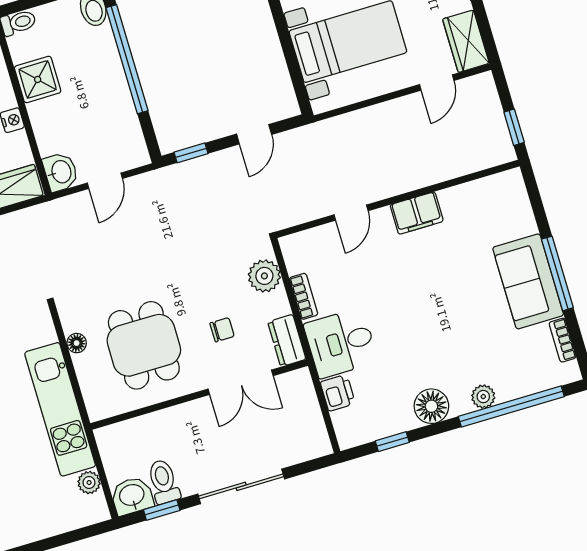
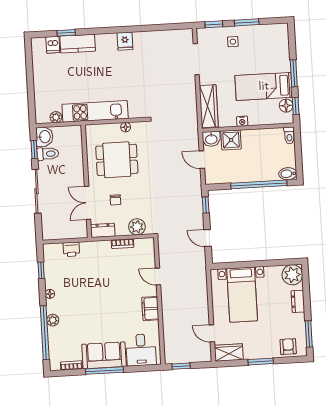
shower: (38, 79) -> (231, 140), moved
desk: (341, 343) -> (141, 350), moved, turned 180
floor lamp: (431, 406) -> (50, 294), width x0.53, depth x0.53

